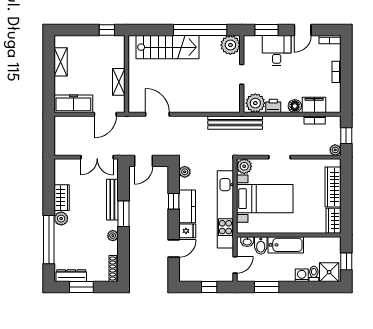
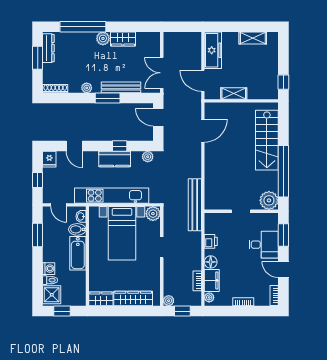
plant: (255, 103) -> (209, 297), moved, width x0.53, depth x0.53
fridge: (187, 231) -> (49, 159), moved

